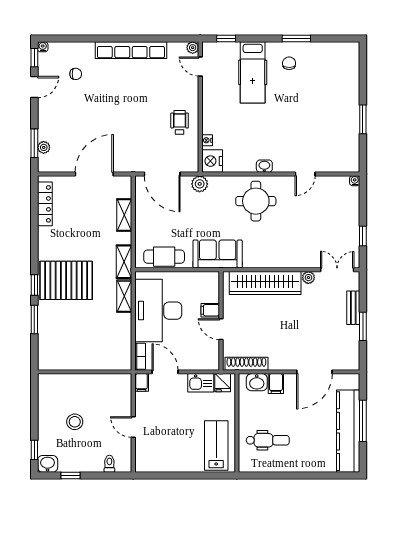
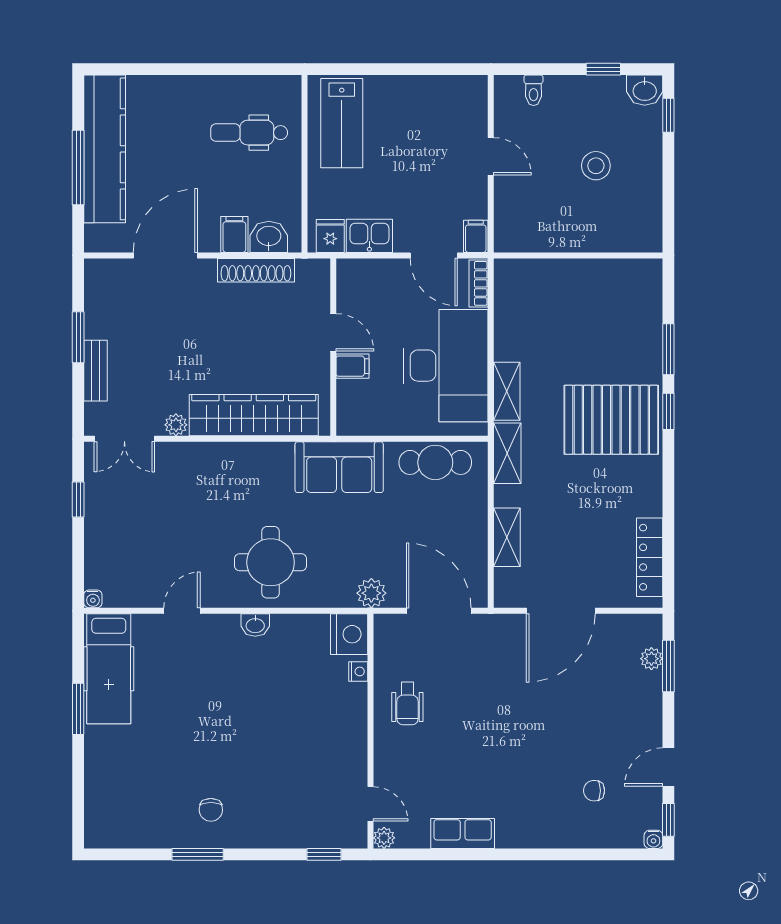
row of seats: (131, 50) -> (463, 833), width x0.50
hospital bed: (253, 72) -> (109, 669), moved, turned 180
shoe rack: (246, 364) -> (256, 270), moved

